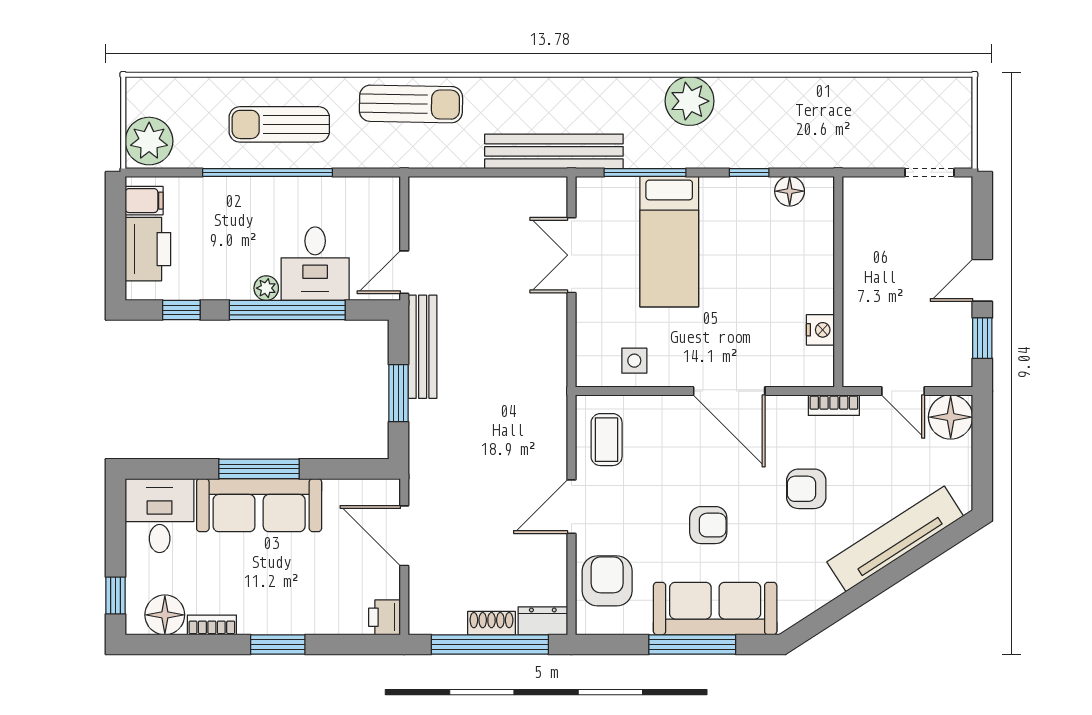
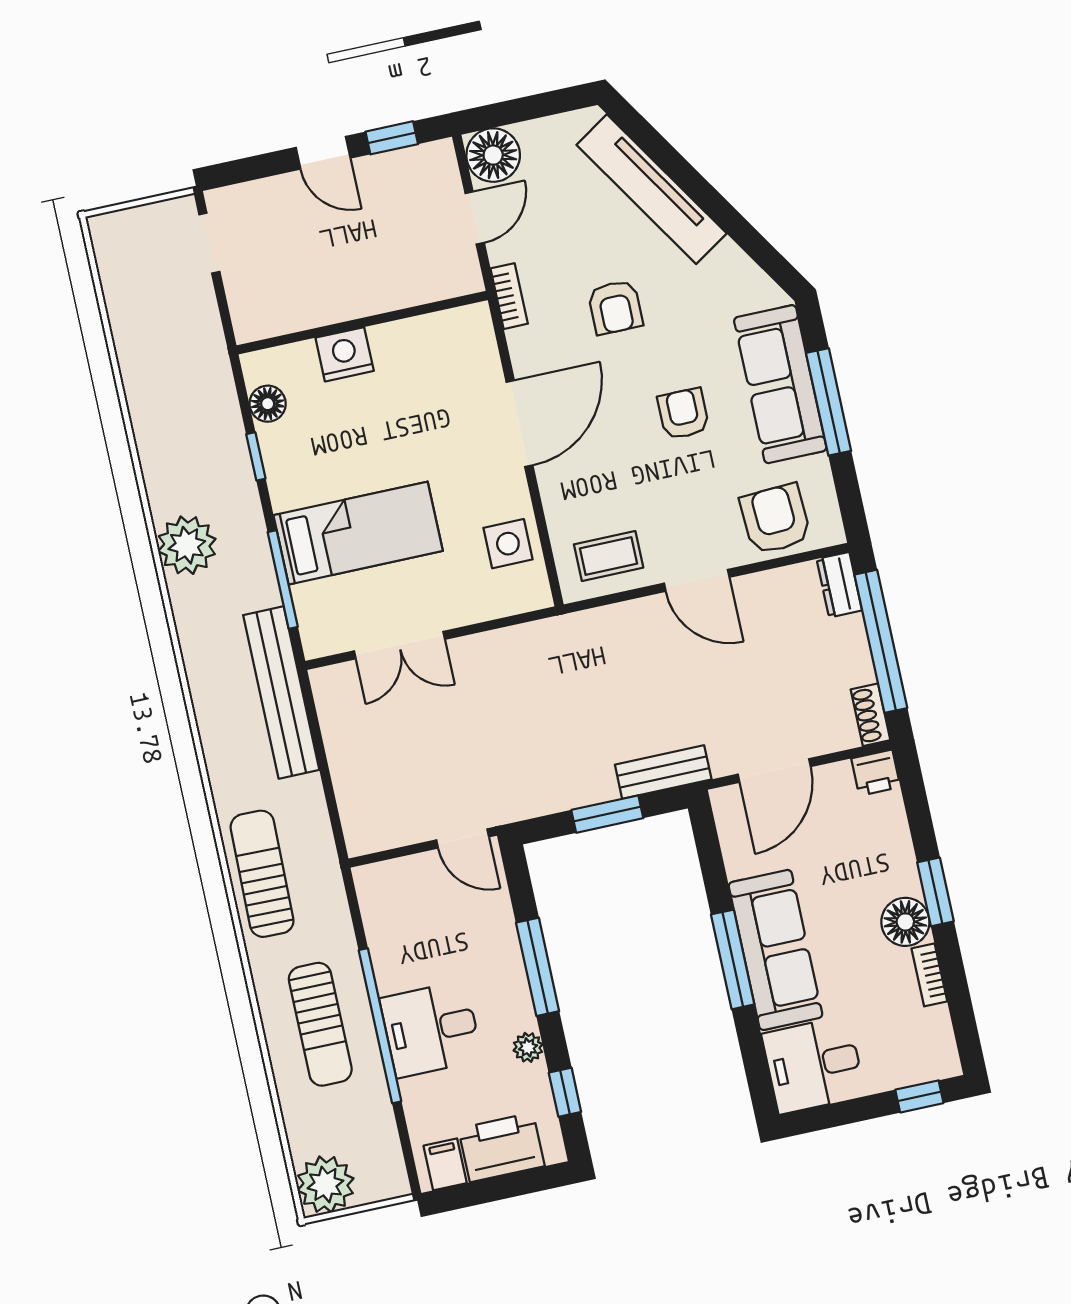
plant: (149, 141) -> (325, 1184), moved
desk: (315, 264) -> (431, 1029), moved, turned 180
plant: (266, 288) -> (528, 1047), moved
window: (287, 310) -> (538, 967), width x0.68
nightstand: (820, 330) -> (345, 354), moved, width x1.36, depth x1.33
bench: (423, 347) -> (663, 772), moved, width x0.73
side table: (634, 361) -> (508, 544), width x1.37, depth x1.37
armchair: (607, 581) -> (775, 519), turned 87
floor lamp: (165, 615) -> (905, 922), moved
shoe rack: (491, 623) -> (870, 715), moved

